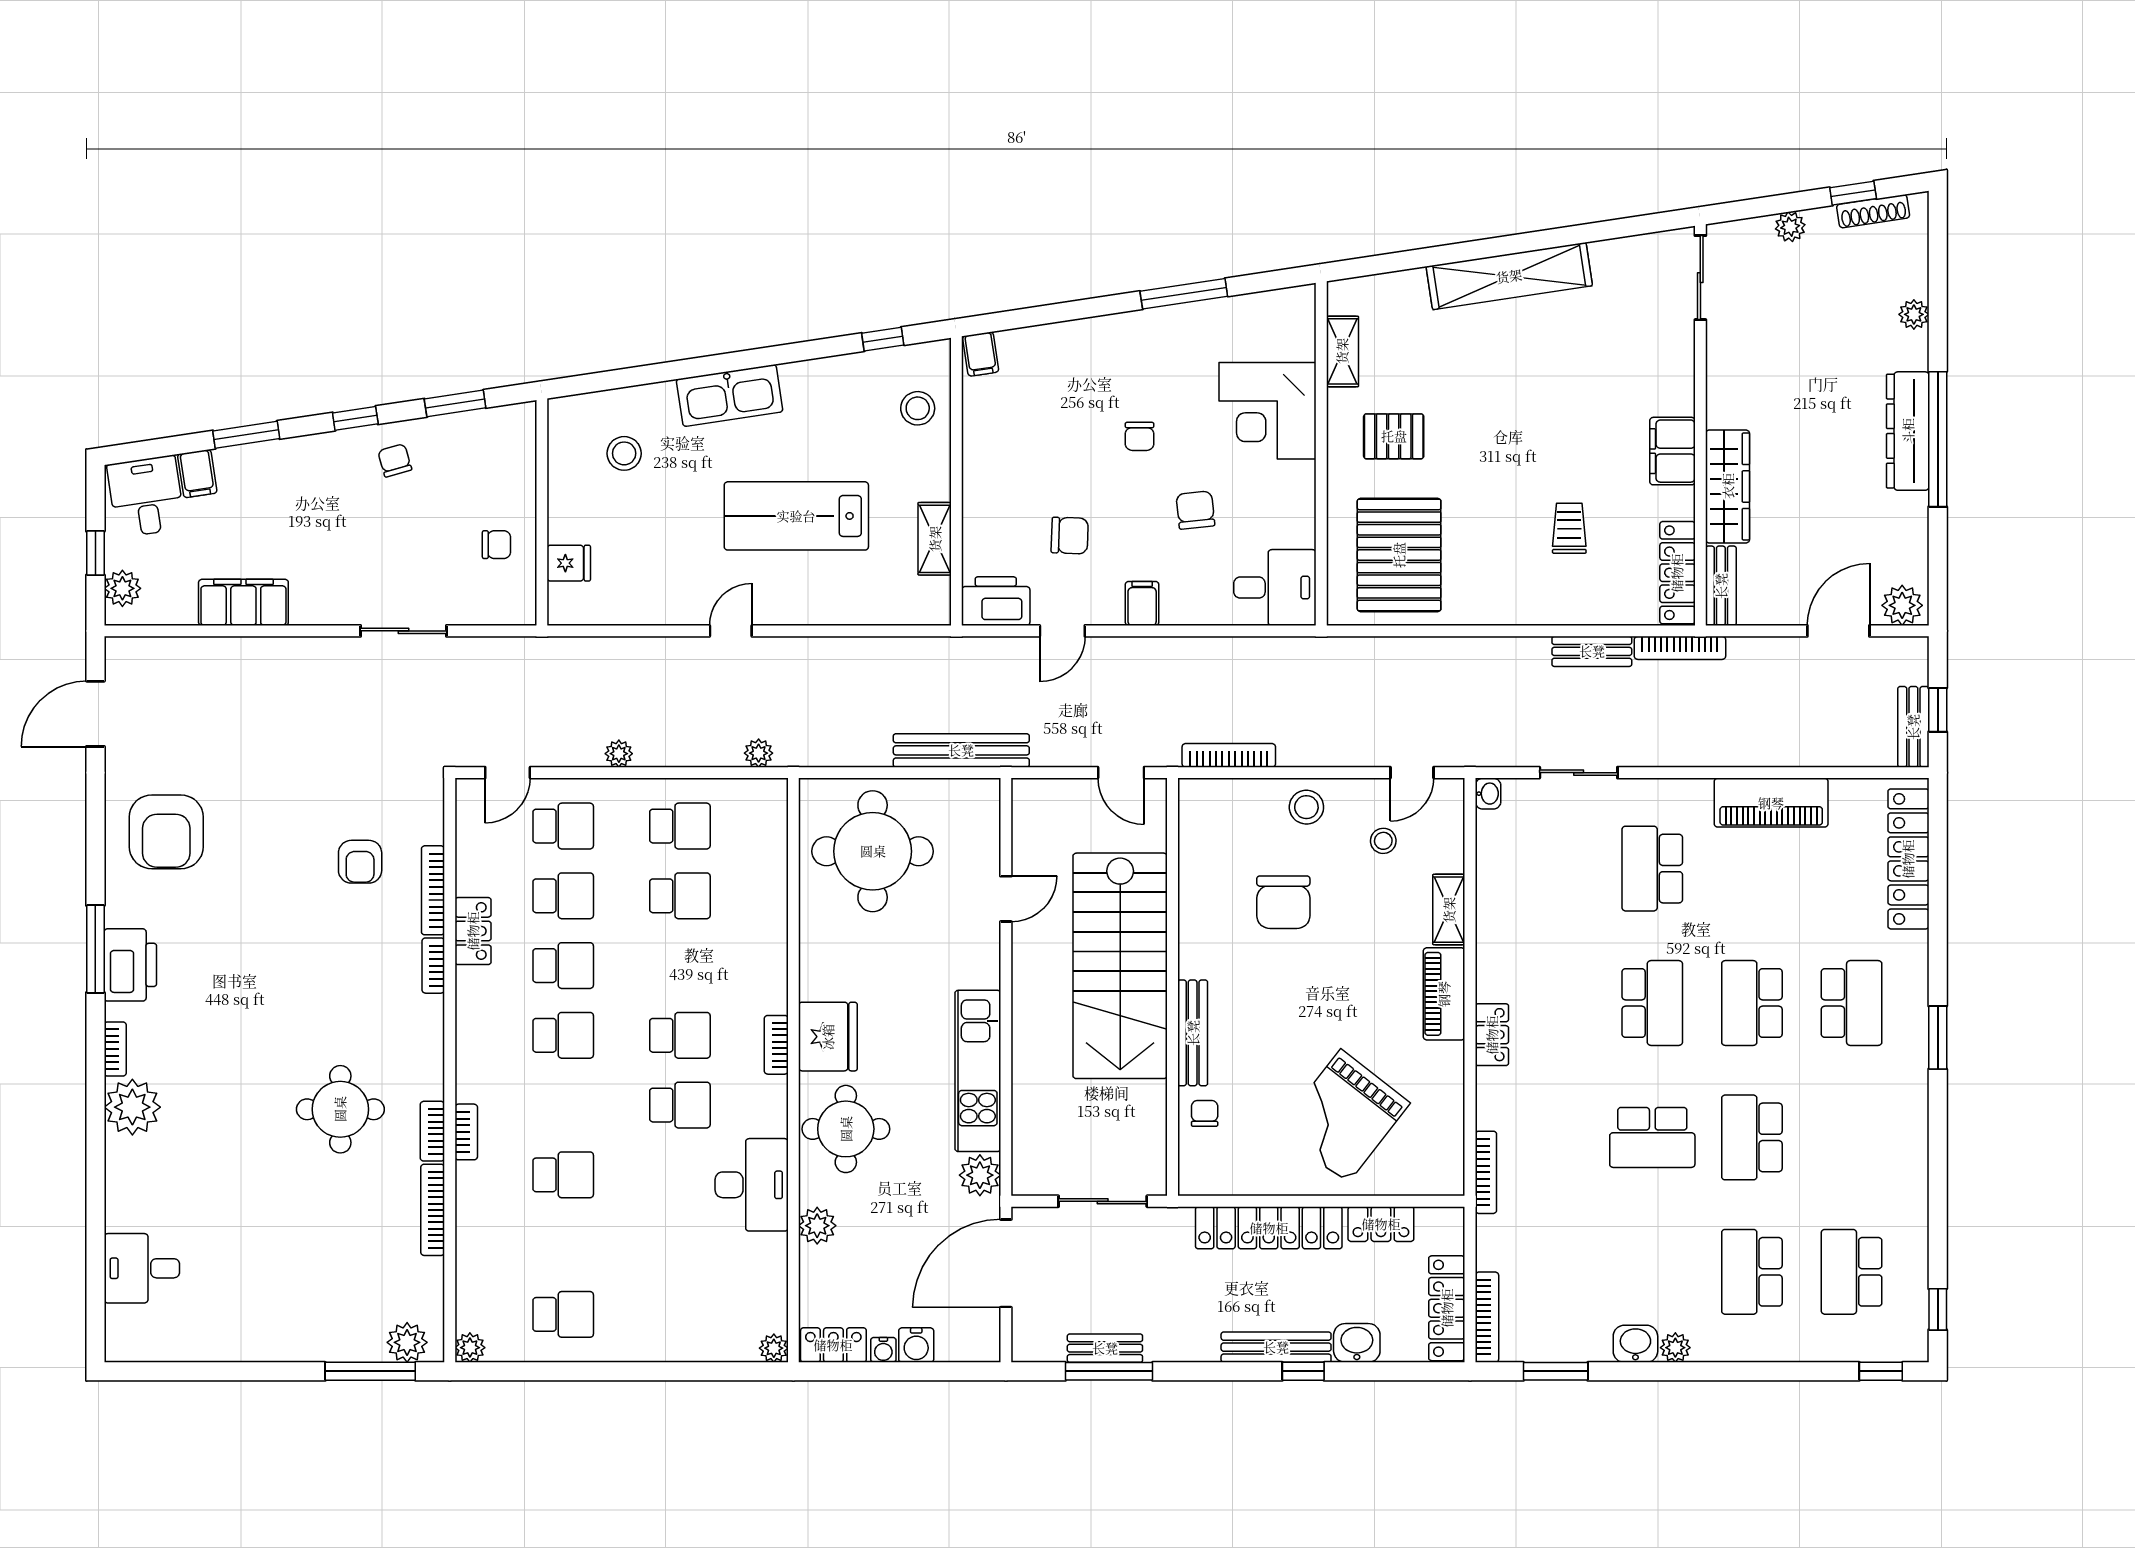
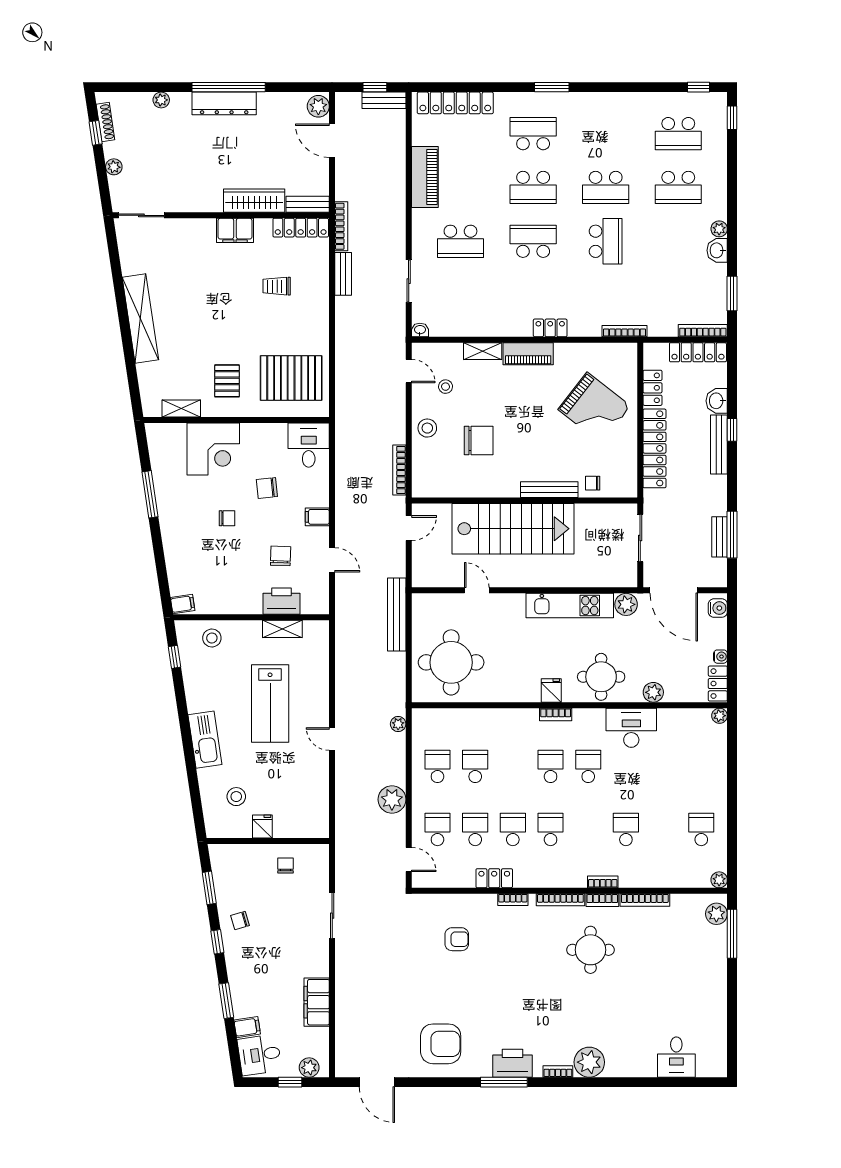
fridge: (569, 563) -> (262, 826), moved
printer: (996, 601) -> (281, 601), moved, turned 90
plant: (619, 754) -> (392, 799), width x1.87, depth x1.87
bookcase: (433, 890) -> (560, 900), moved
fridge: (828, 1037) -> (551, 691), width x0.53, depth x0.75
water cooler: (916, 1345) -> (718, 608), moved

